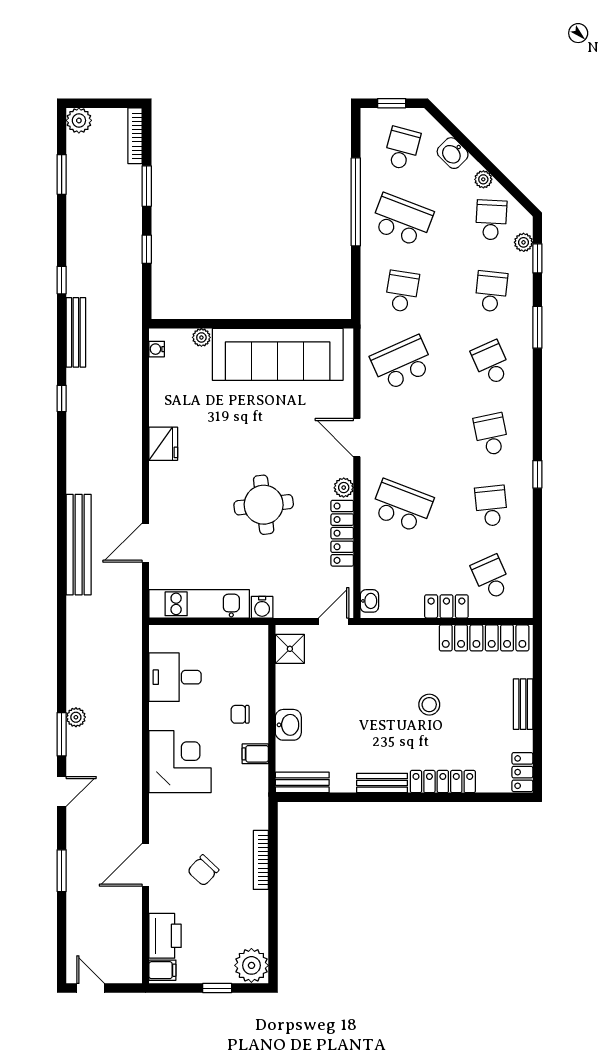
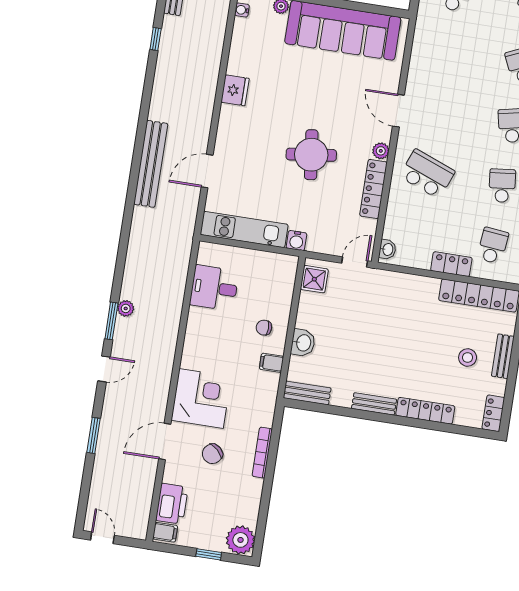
school desk: (402, 363) -> (446, 54), removed
school desk: (491, 577) -> (493, 246), turned 30
stool: (429, 705) -> (468, 357), moved
corner desk: (180, 762) -> (201, 398), moved

